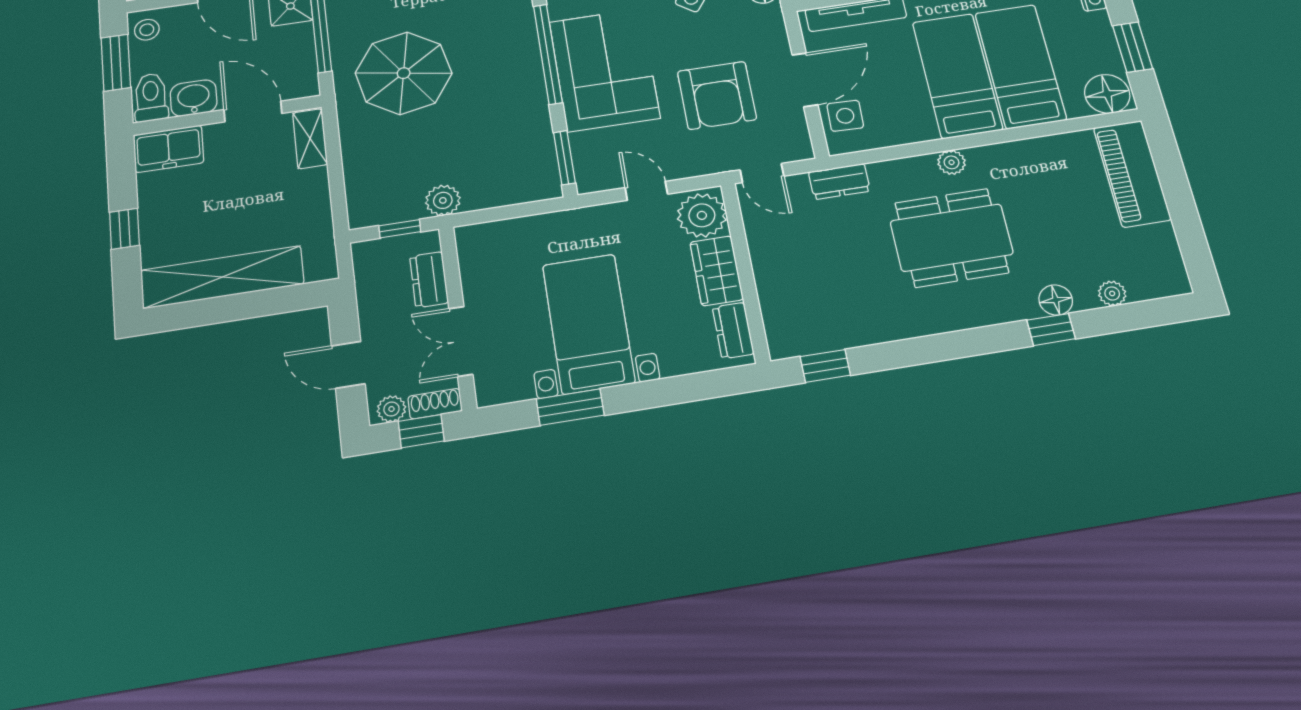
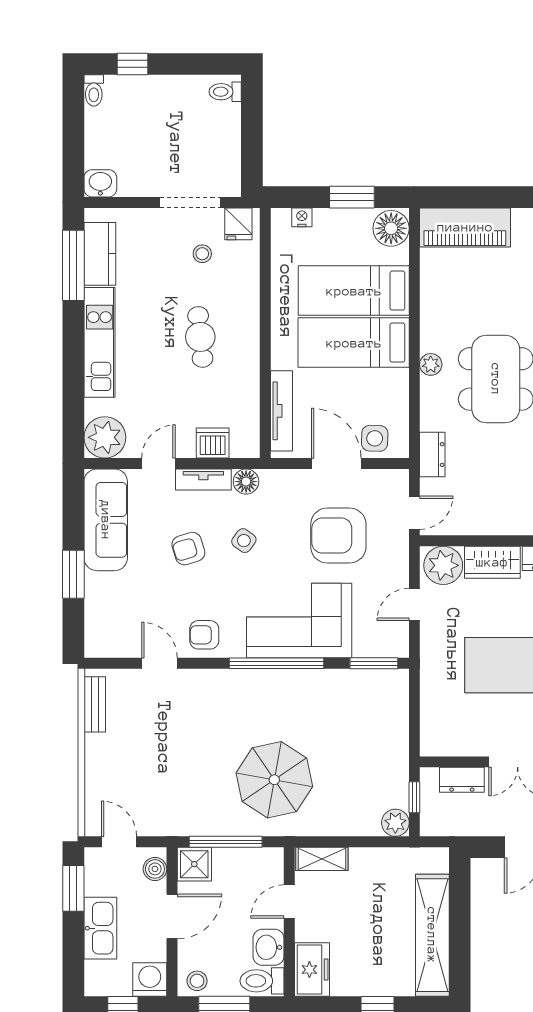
armchair: (717, 95) -> (338, 536), turned 180
door: (253, 111) -> (289, 902), width x0.73
plant: (443, 200) -> (395, 823), moved

